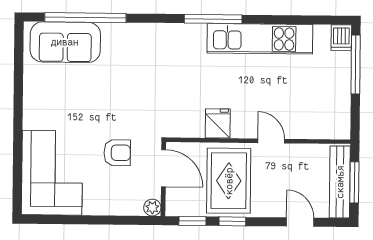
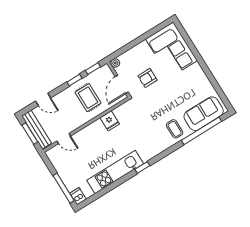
window: (213, 19) -> (142, 167), width x0.46
coffee table: (125, 47) -> (175, 129), added
door: (271, 141) -> (64, 138), moved
door: (164, 168) -> (122, 84), hinge flipped
rug: (229, 181) -> (88, 98), width x0.73, depth x0.70

